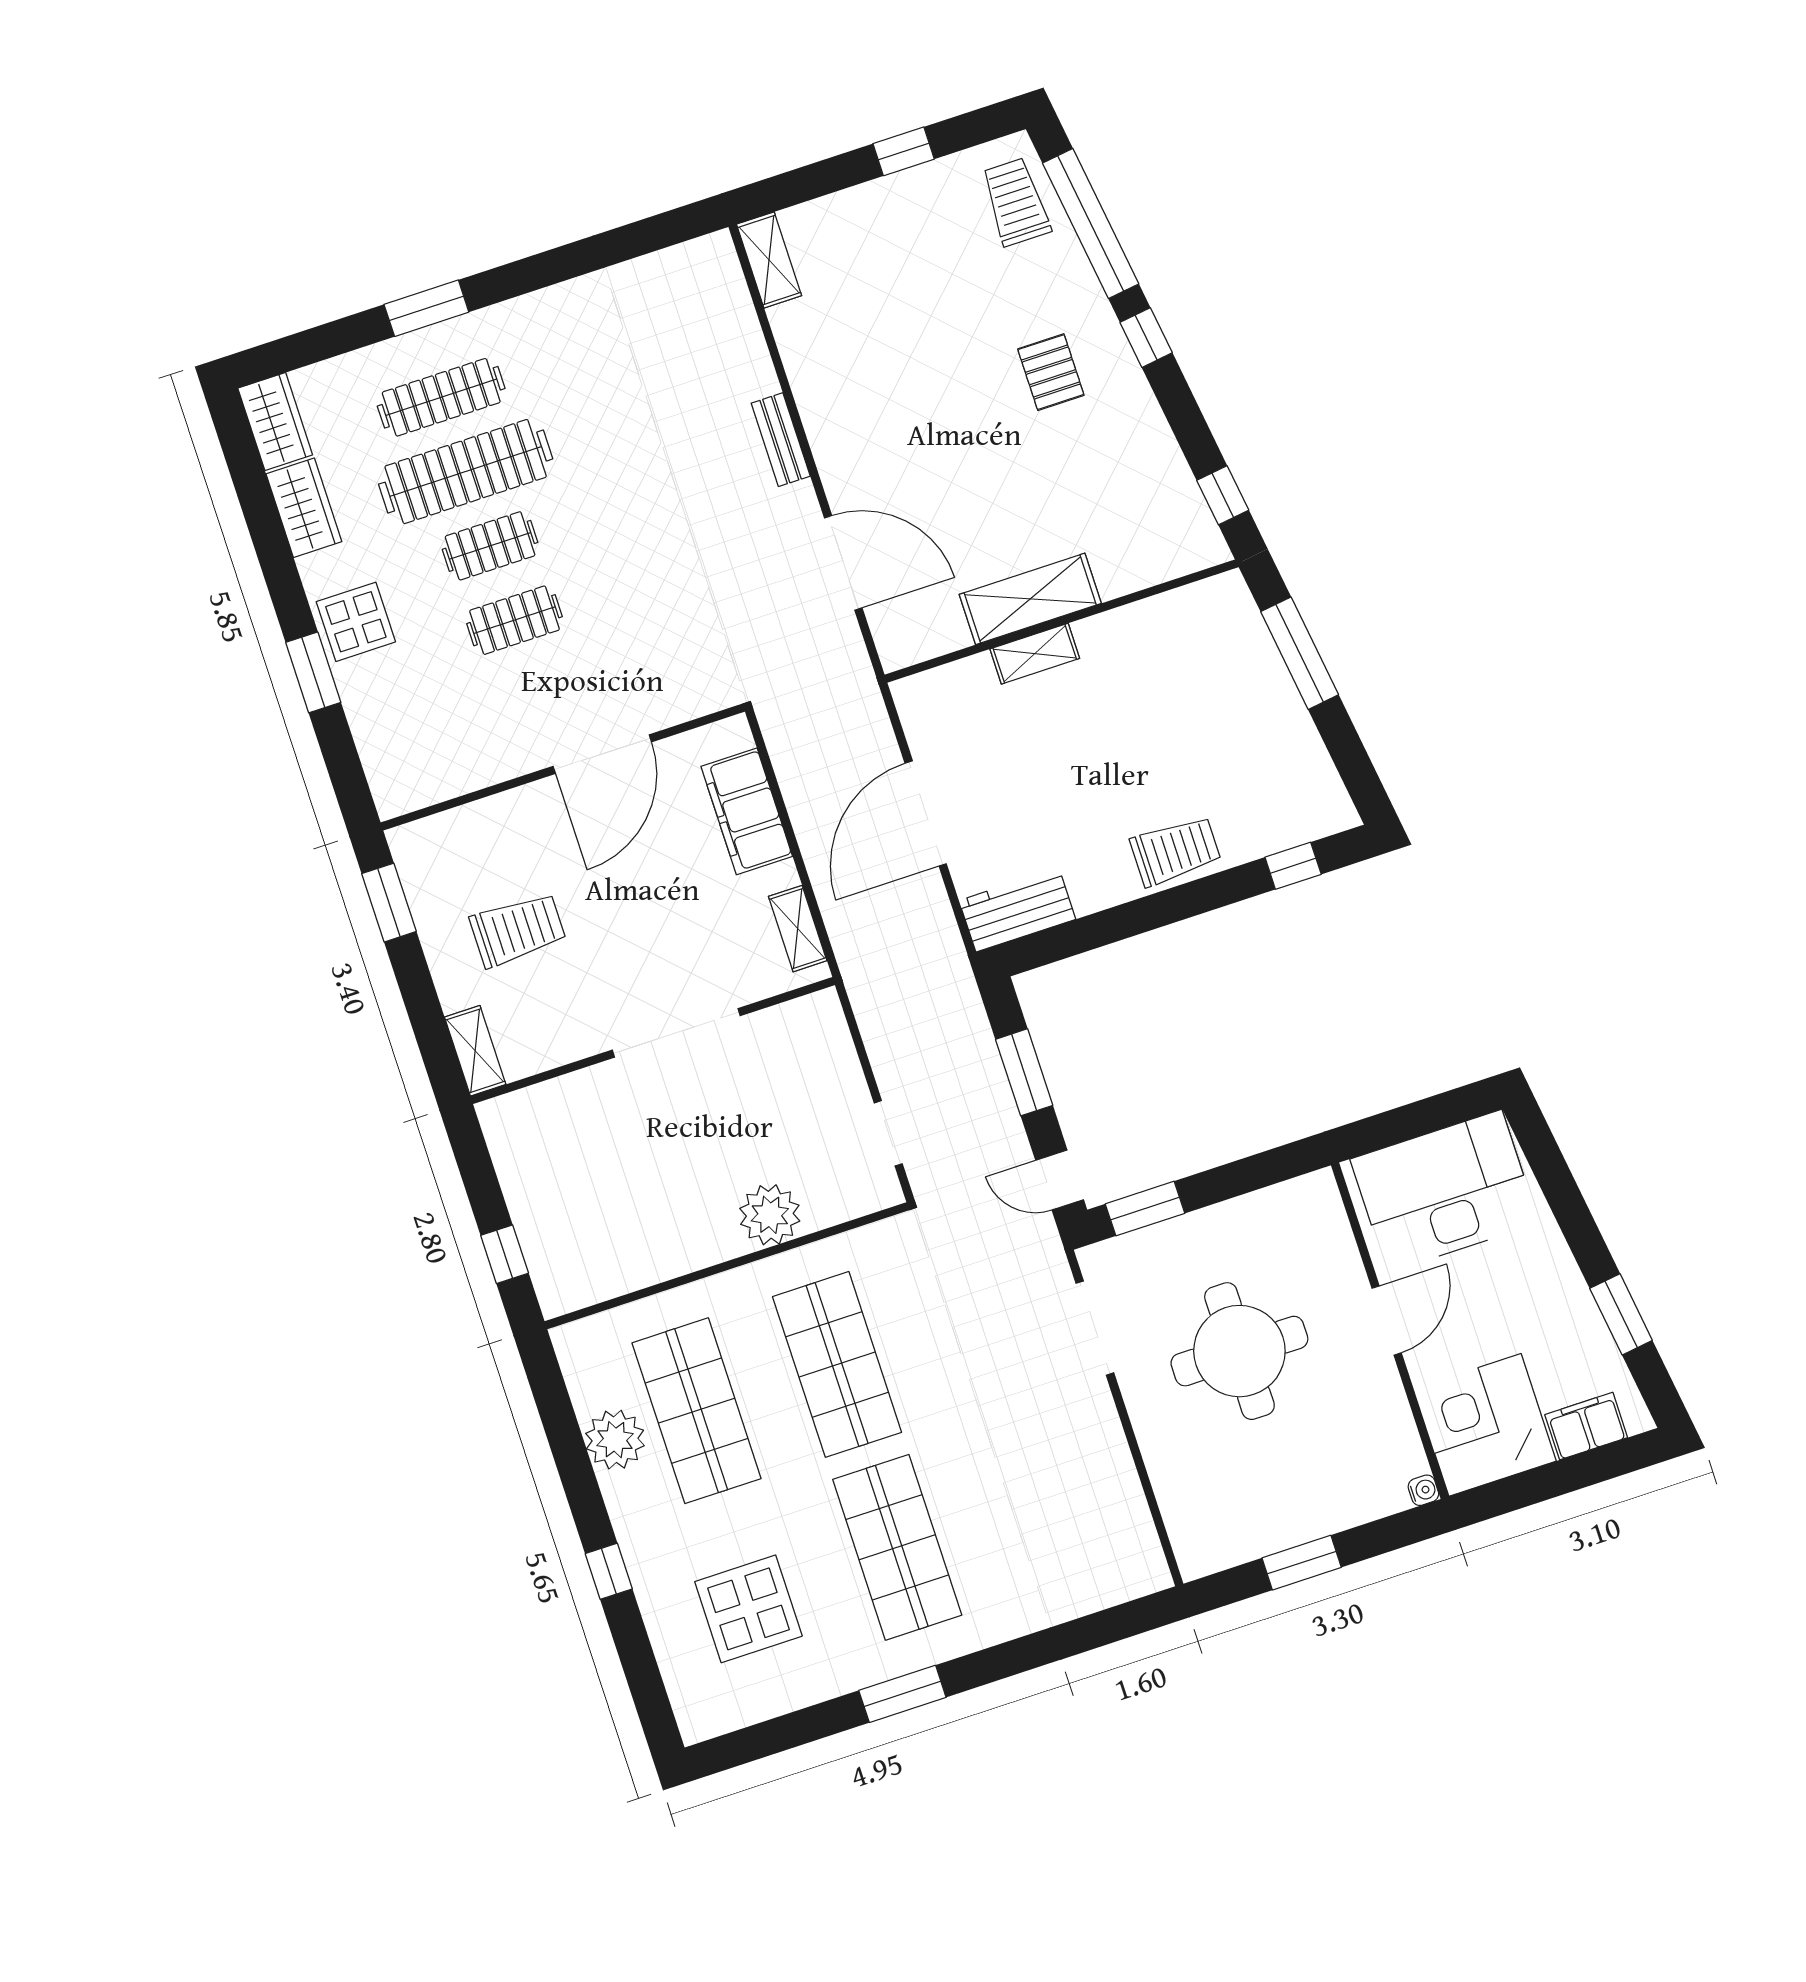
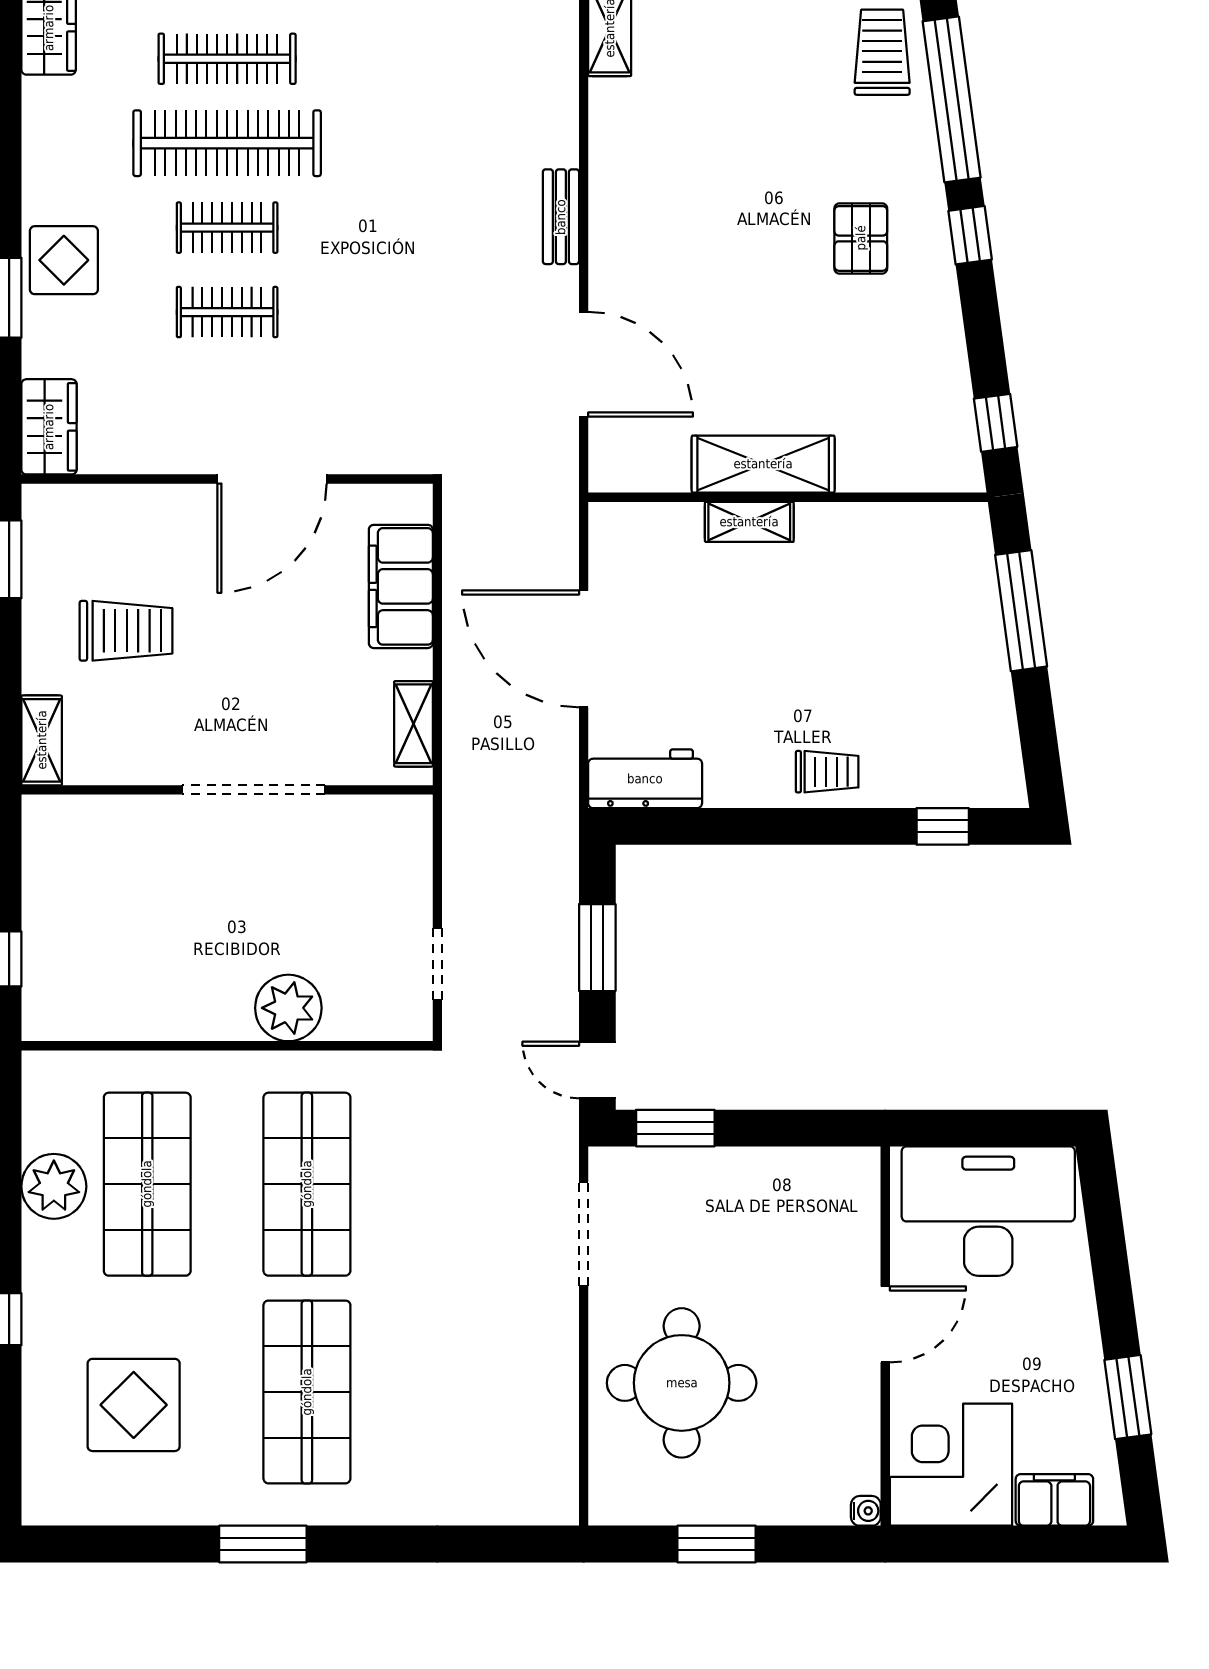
wardrobe: (304, 508) -> (49, 427), moved
door: (926, 813) -> (584, 649), hinge flipped
trolley: (1176, 851) -> (827, 772), width x0.73, depth x0.72
round table: (1239, 1351) -> (682, 1383), moved

